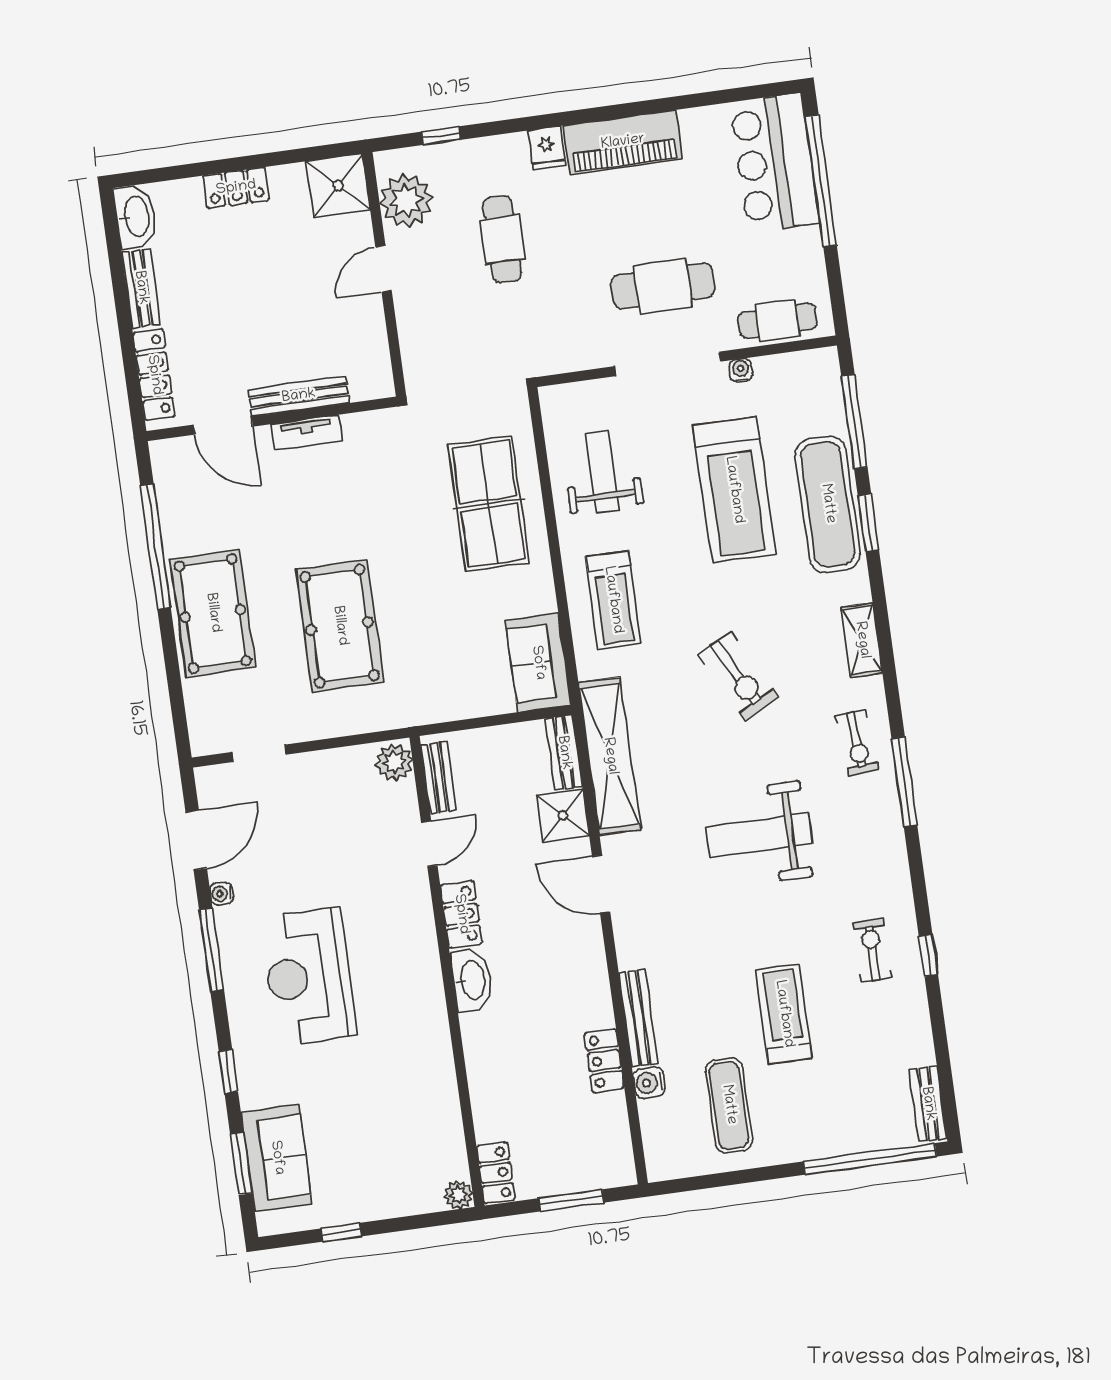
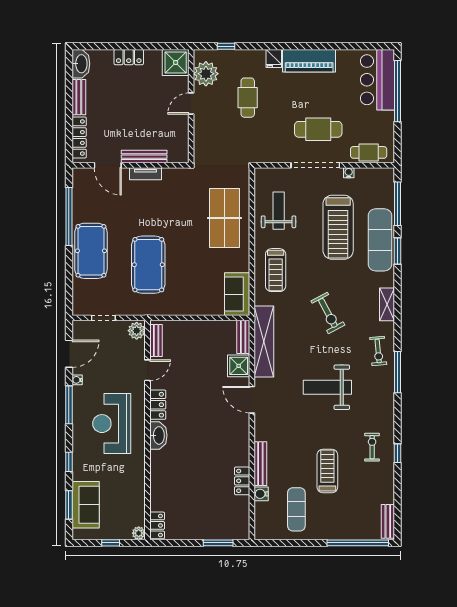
plant: (394, 762) -> (137, 331), moved
bench: (439, 777) -> (156, 340), moved
door: (429, 844) -> (148, 370), moved
locker: (461, 914) -> (158, 405), moved
wall: (447, 972) -> (148, 430), moved
washbasin: (472, 980) -> (158, 435), moved
locker: (496, 1173) -> (157, 525), moved
plant: (459, 1195) -> (139, 533), moved

